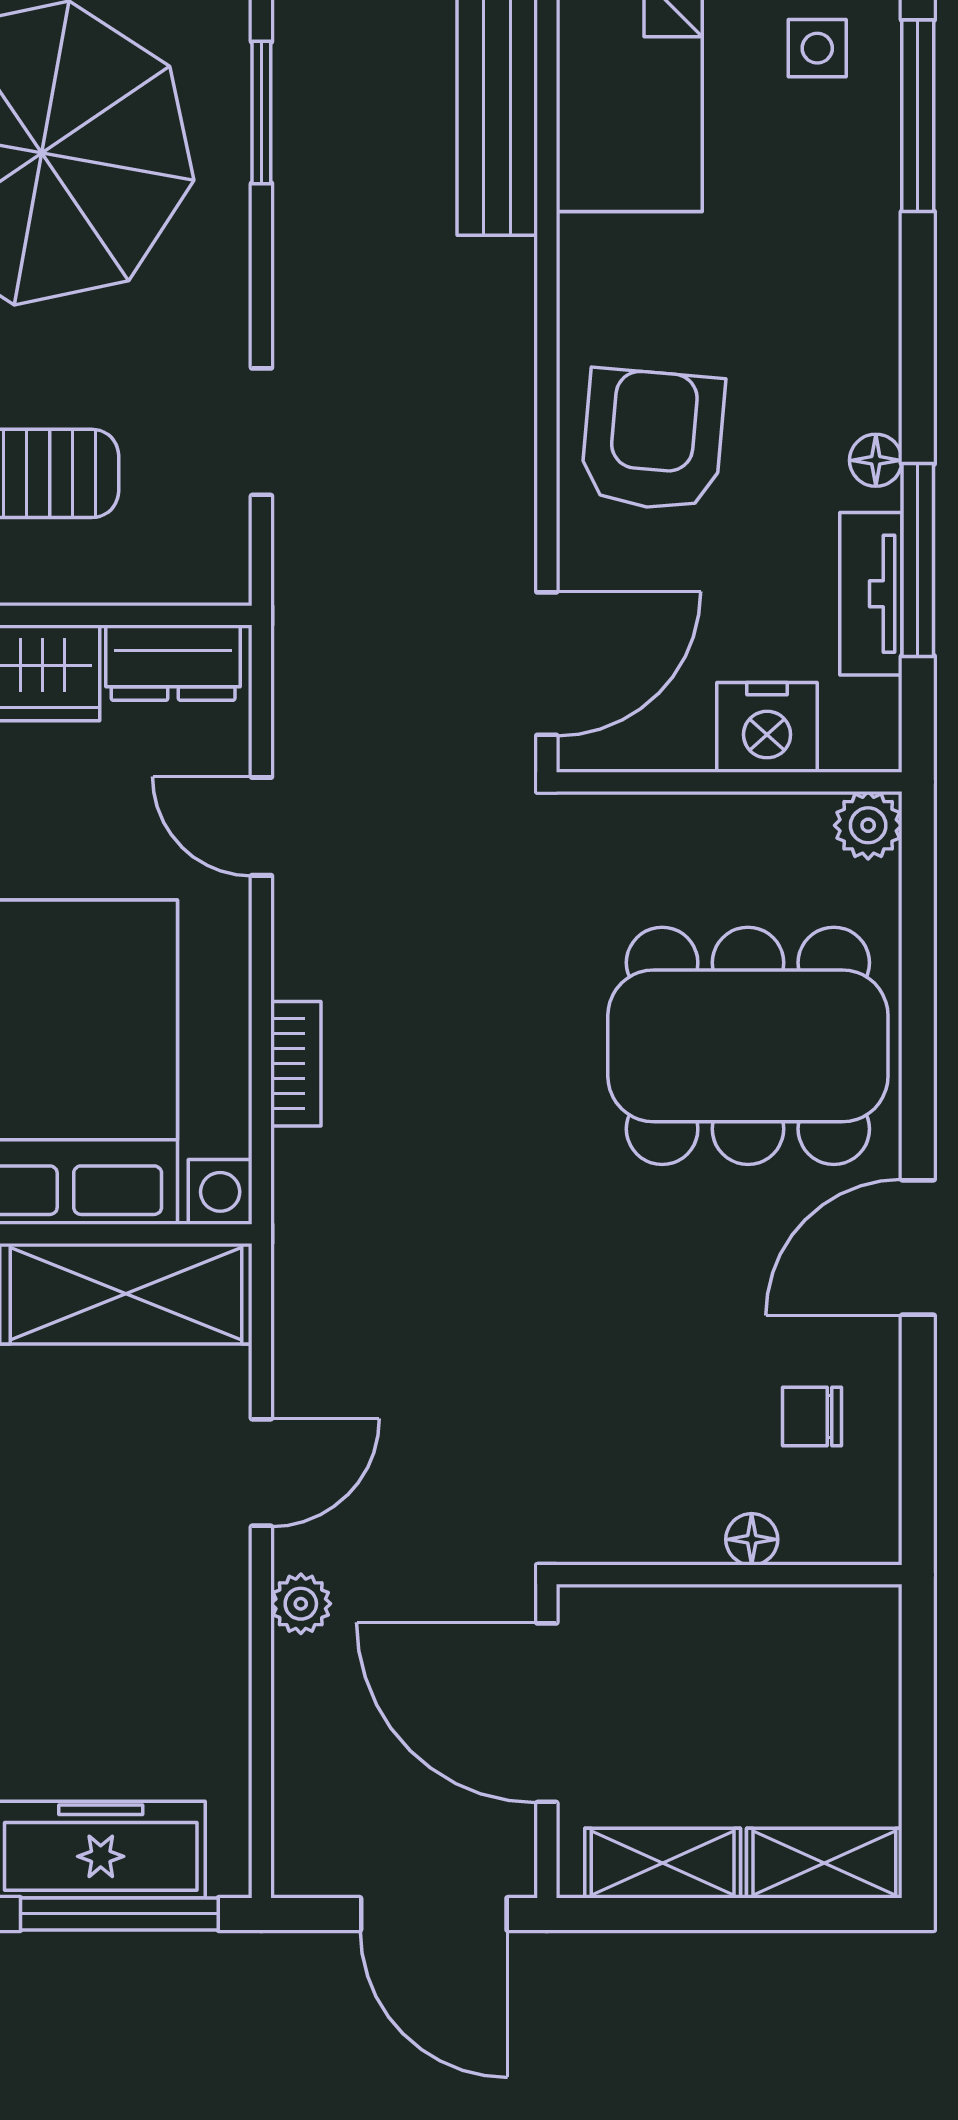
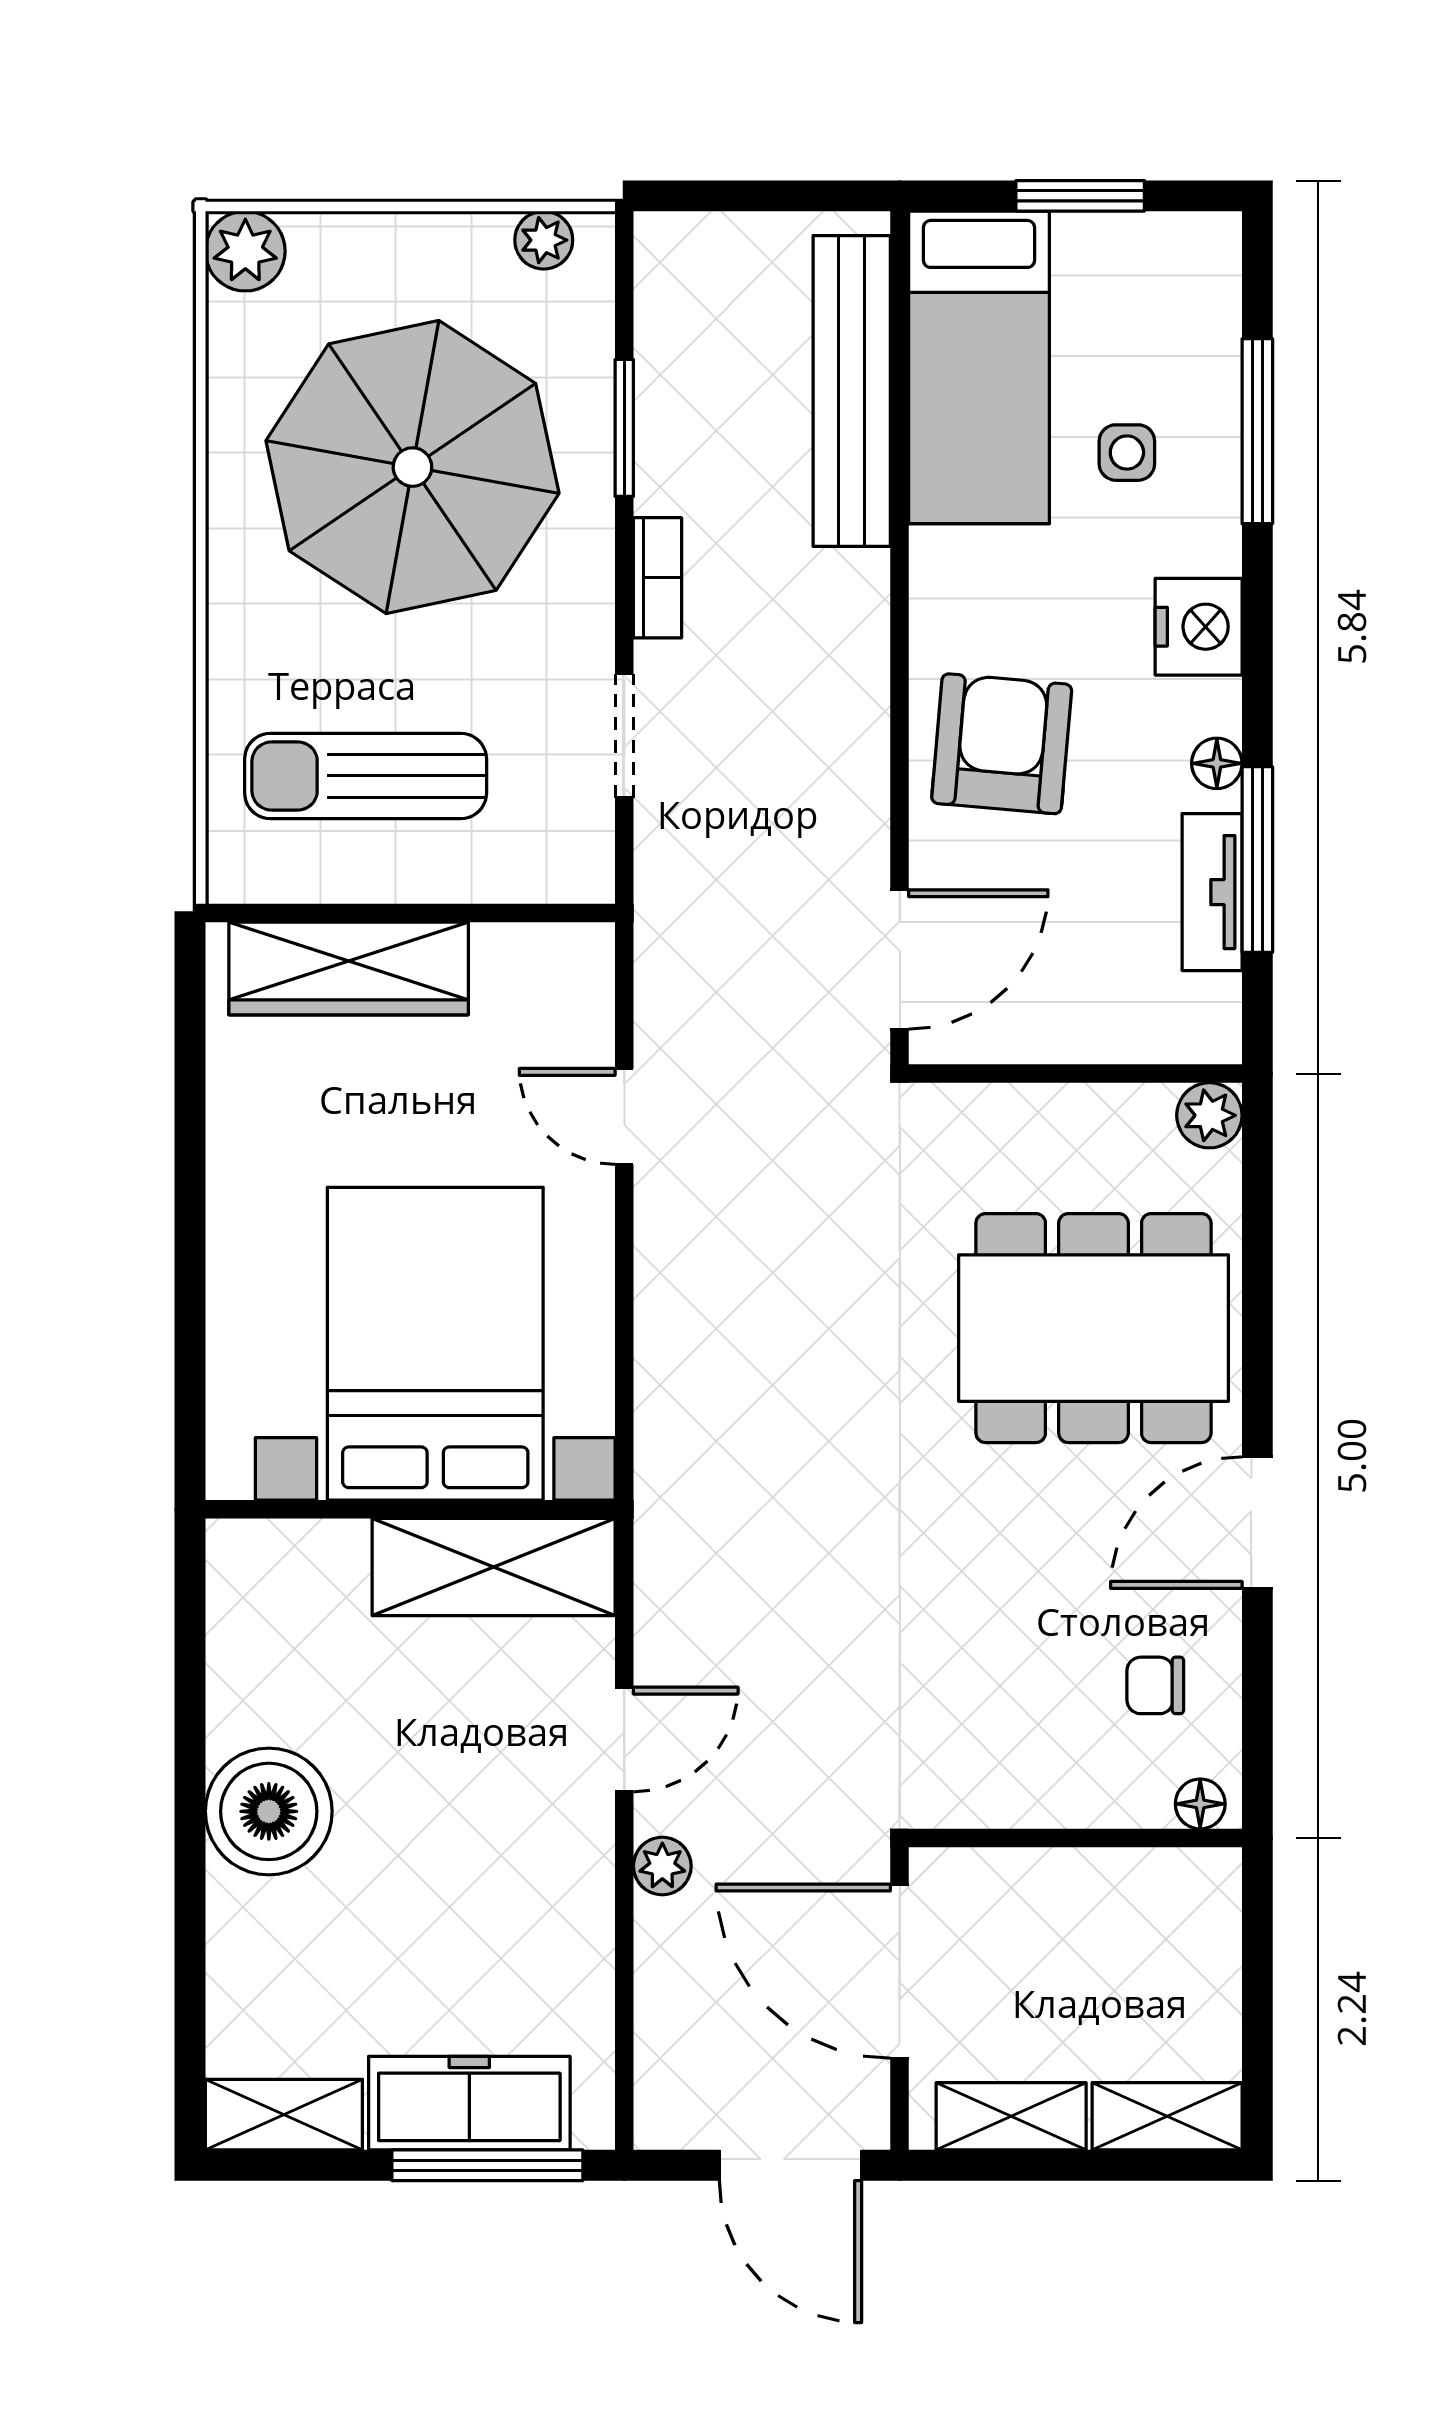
side table: (817, 48) -> (1127, 453), moved
dresser: (173, 663) -> (539, 959), removed
nightstand: (767, 727) -> (1199, 627), moved, turned -90
bookcase: (296, 1064) -> (658, 578), moved
floor lamp: (752, 1539) -> (1200, 1804), moved

